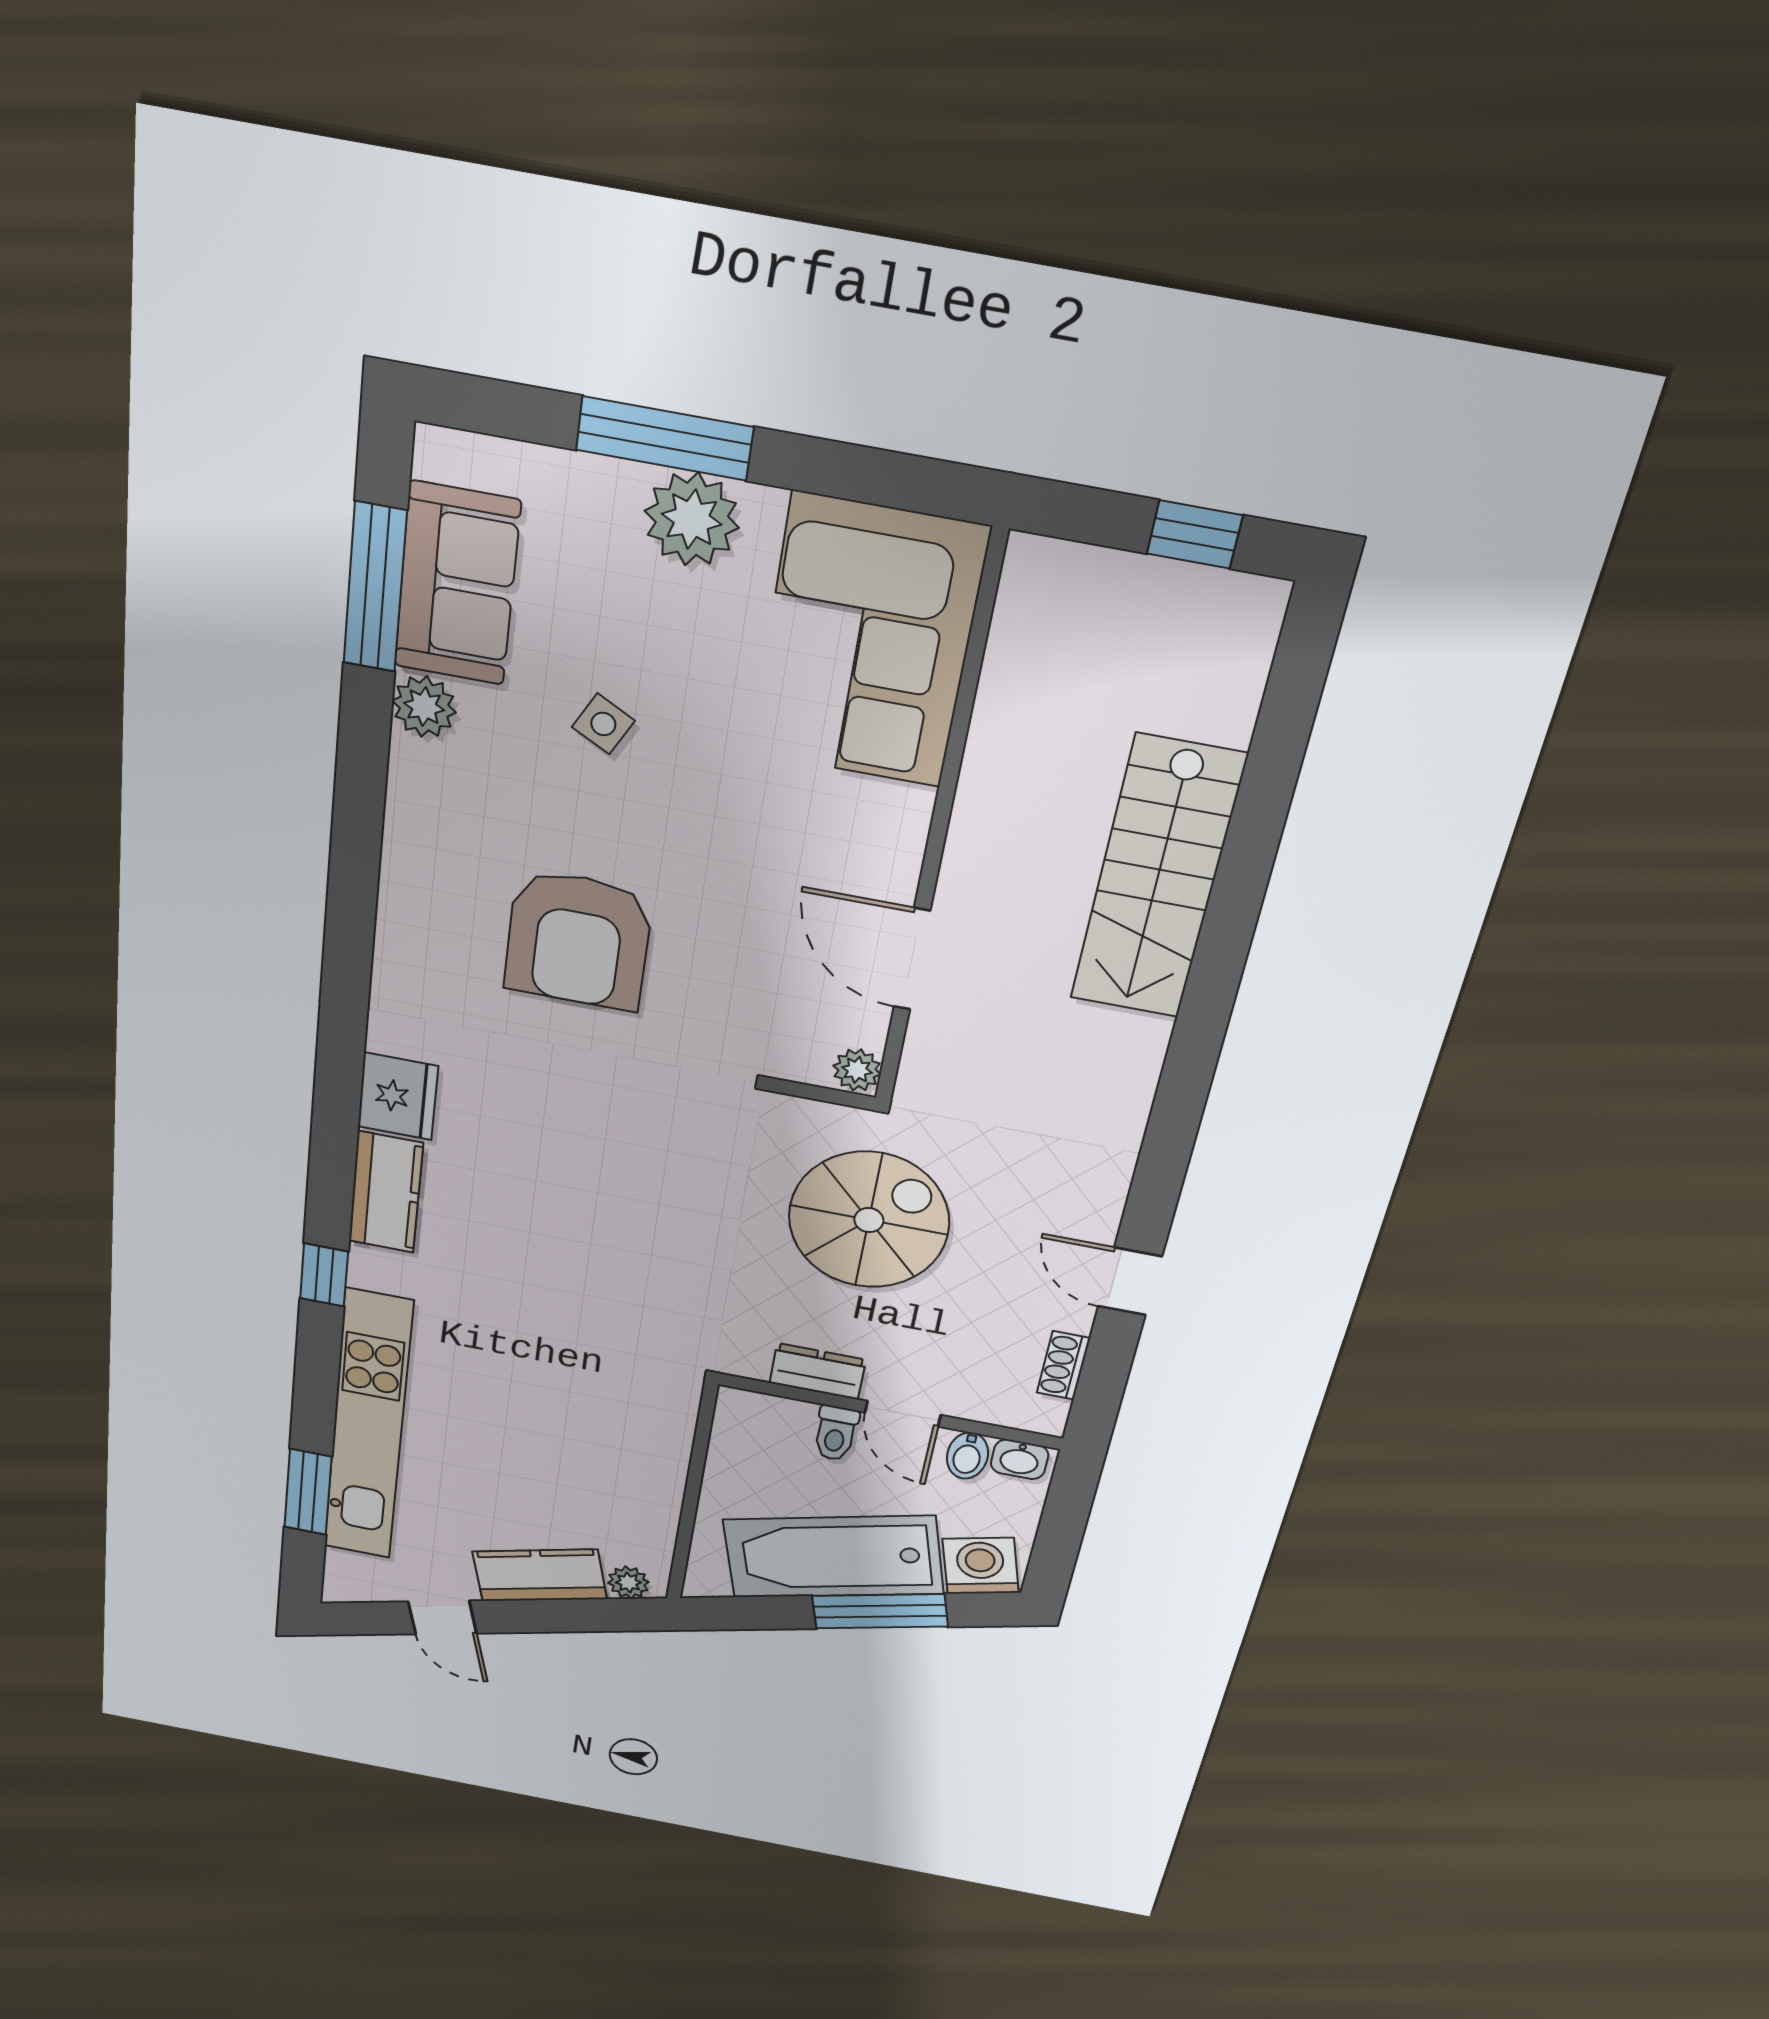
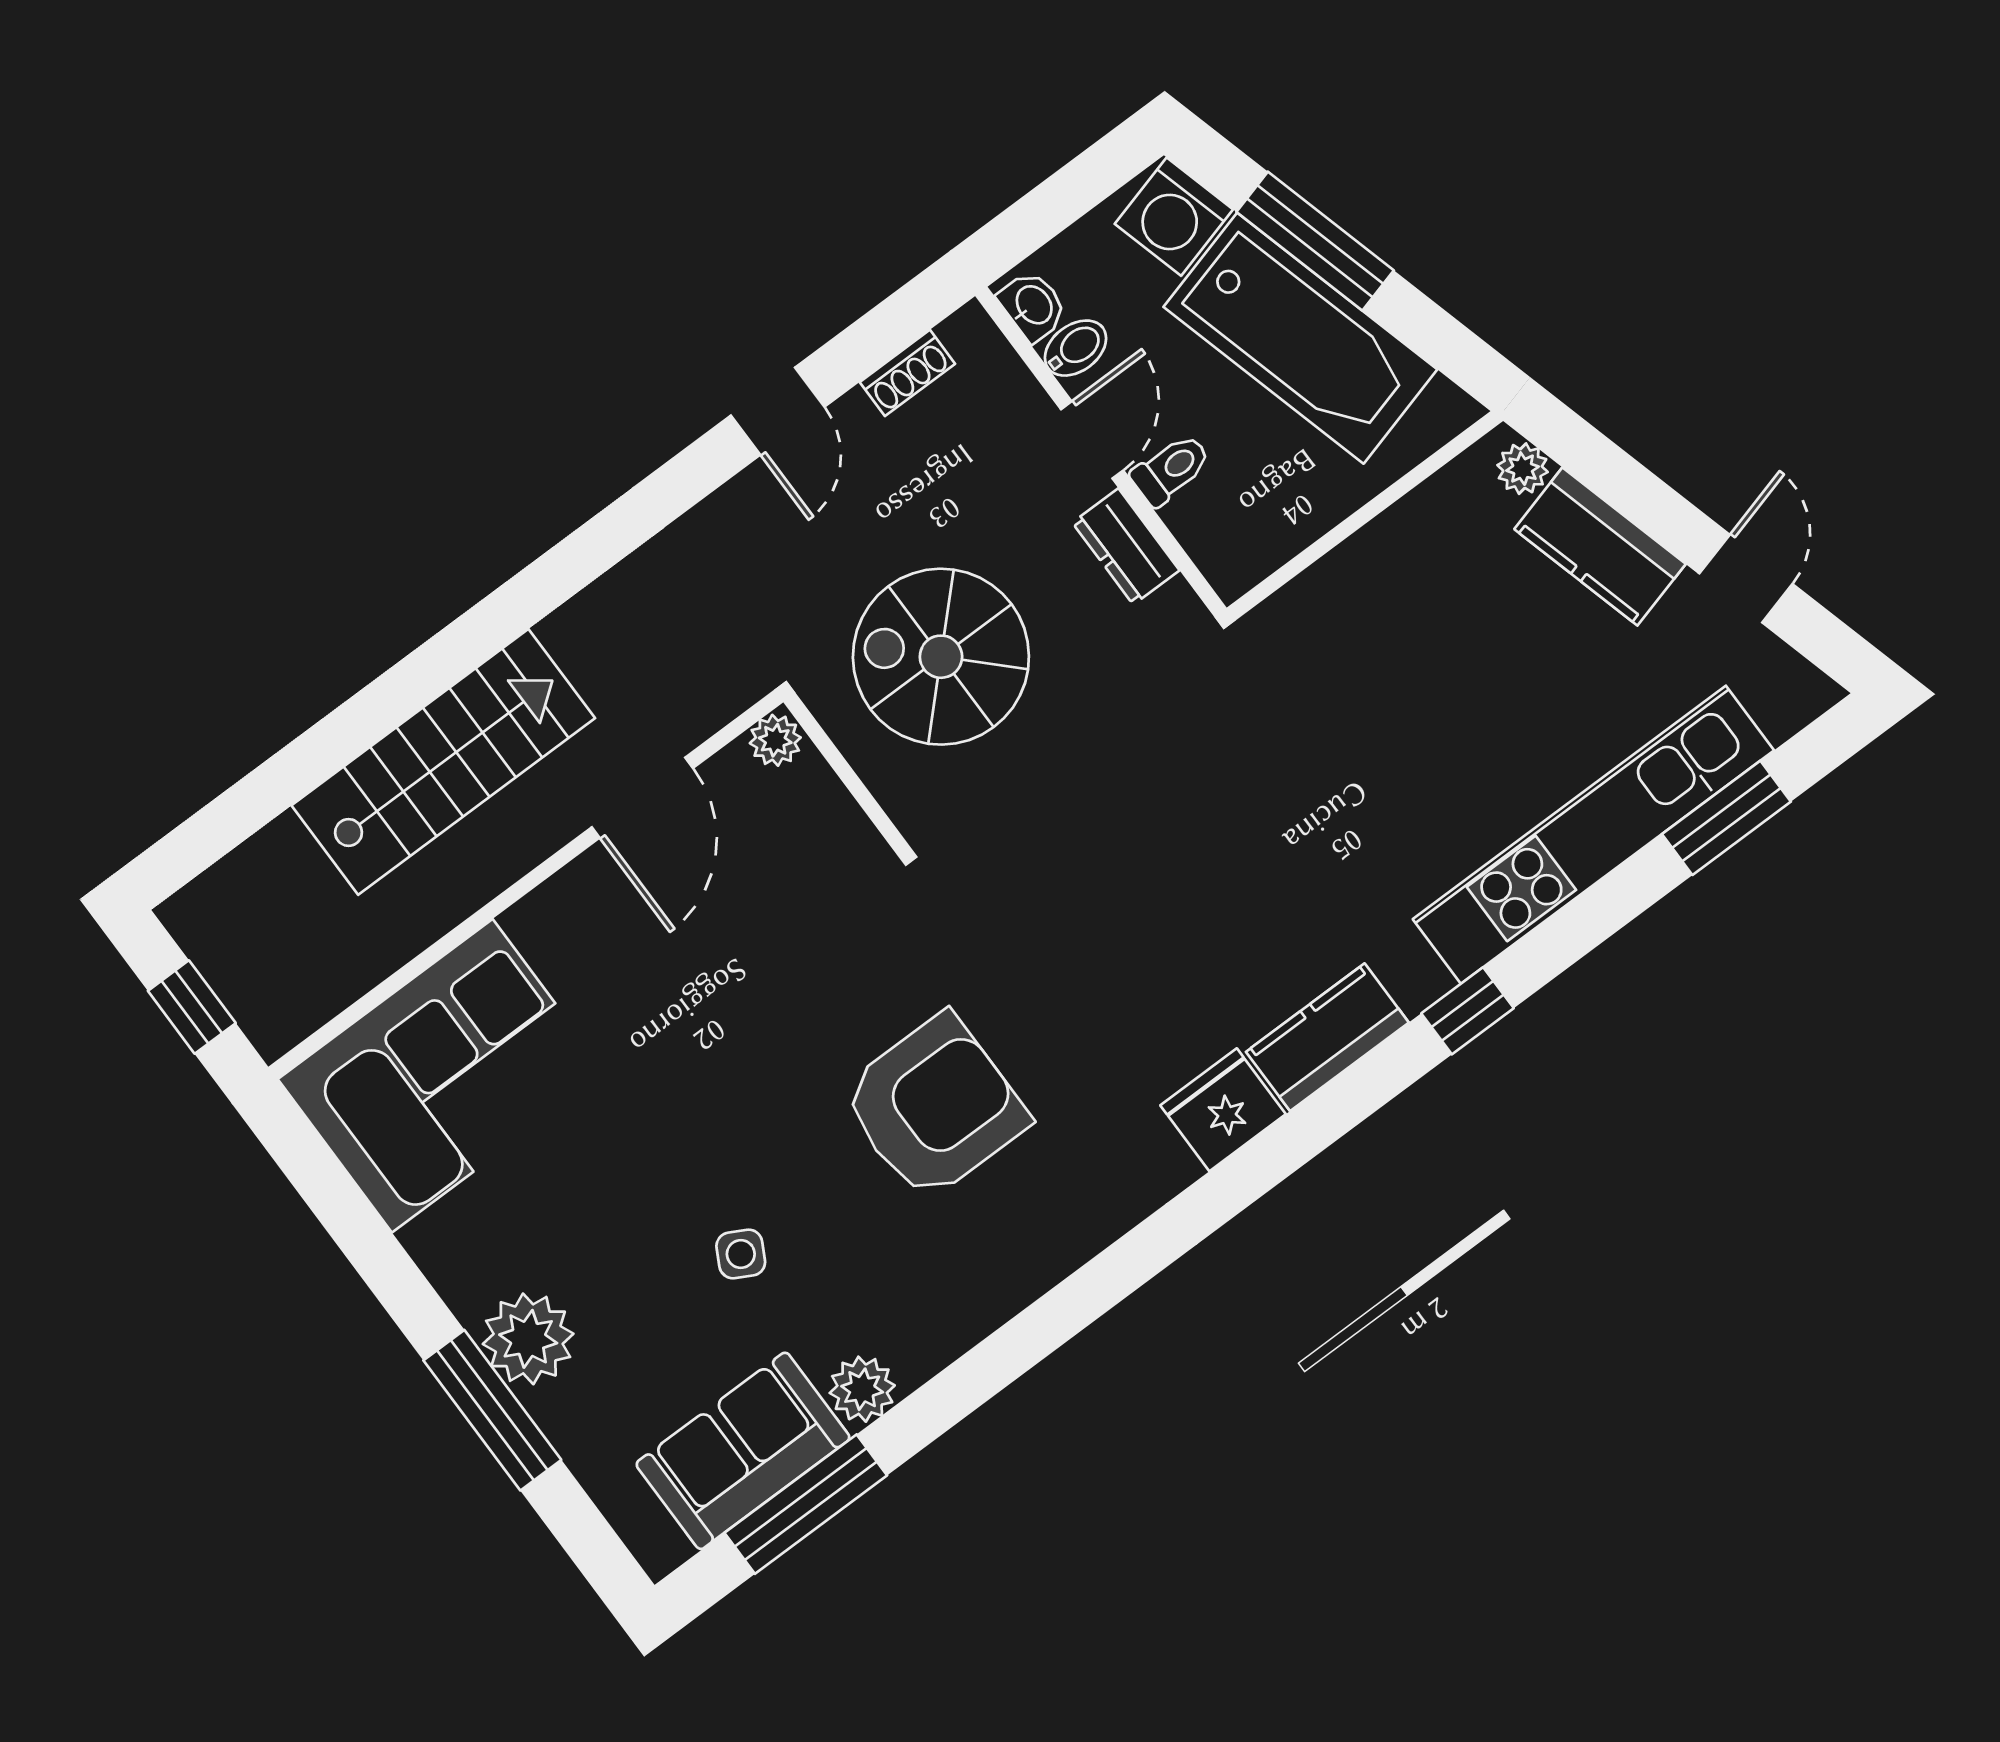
corner sofa: (868, 642) -> (442, 1076), moved
wall: (938, 831) -> (526, 885), moved
door: (912, 959) -> (642, 798), moved
plant: (857, 1070) -> (775, 740), moved

